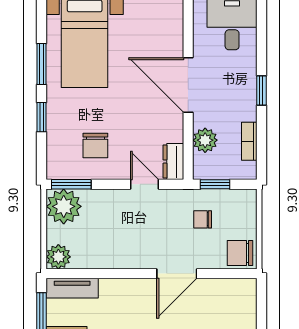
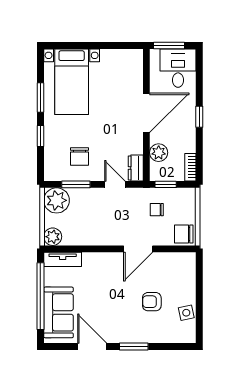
door: (188, 85) -> (146, 113), swing flipped
bookcase: (249, 141) -> (190, 167), moved
window: (71, 184) -> (76, 184), moved

